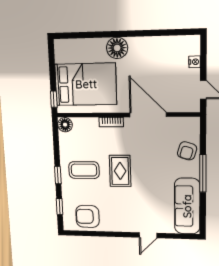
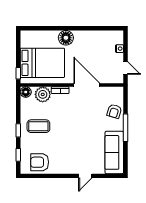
plant: (88, 128) -> (43, 94), added
rug: (120, 171) -> (66, 127), removed

